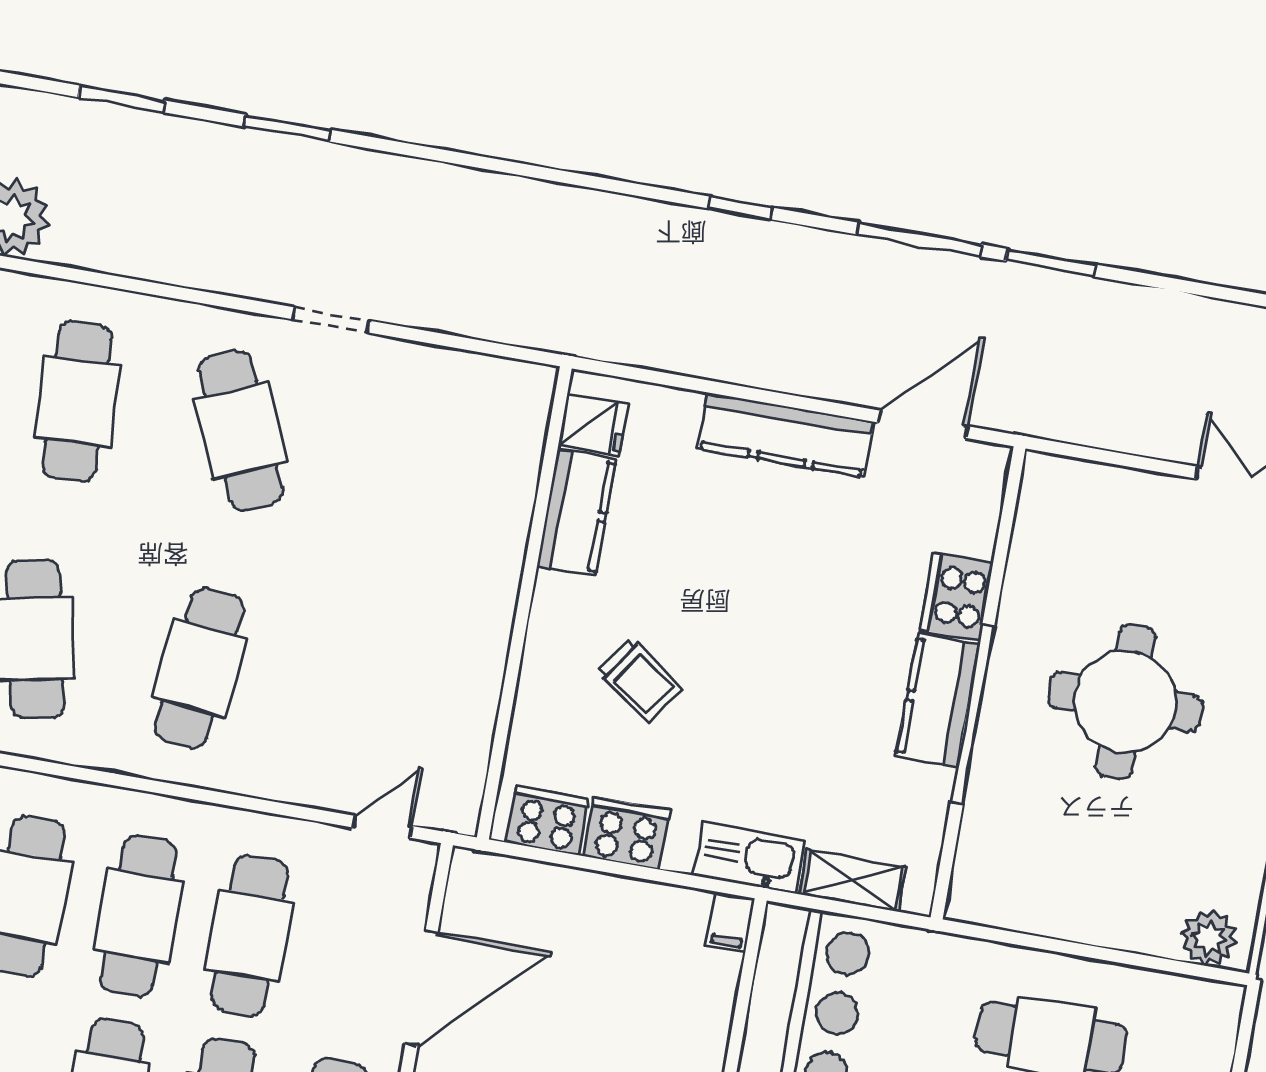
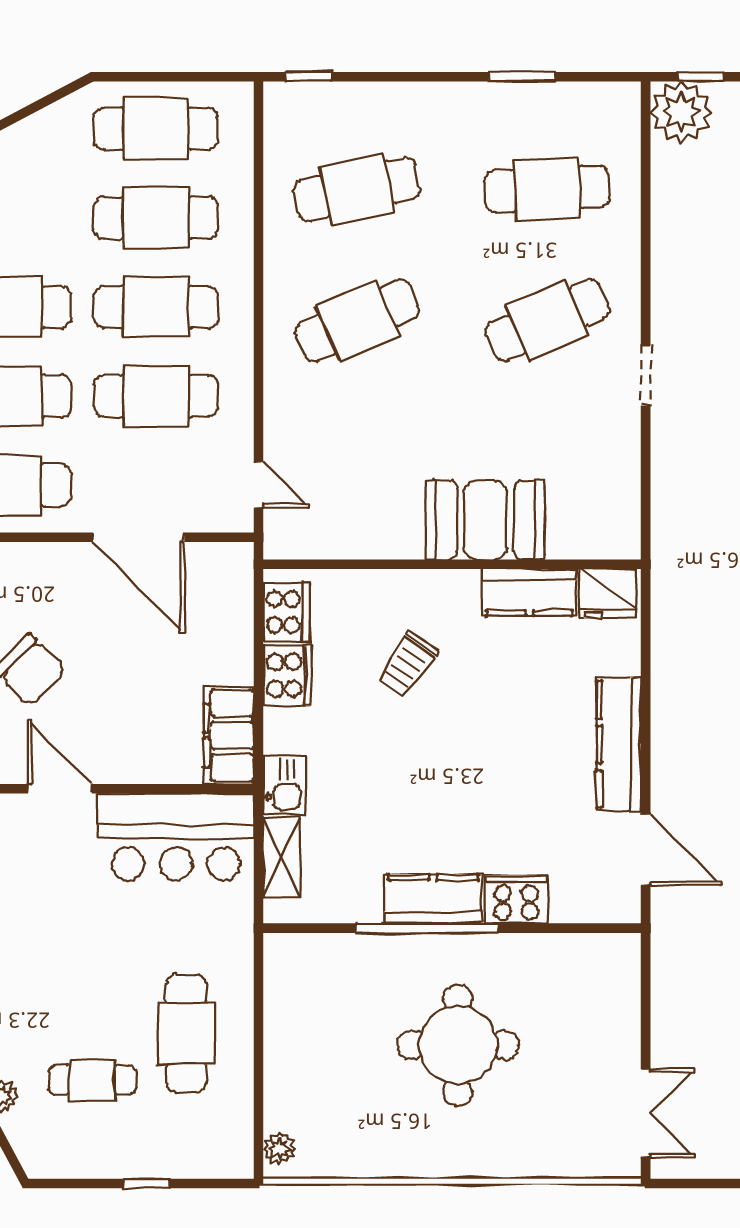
fridge: (593, 425) -> (608, 594), width x1.38
booth: (476, 552) -> (485, 520), added
cafe table: (199, 668) -> (357, 320), turned -30
kitchen sink: (749, 858) -> (285, 785), width x0.73
filing cabinet: (730, 922) -> (229, 736), width x3.00, depth x1.17
plant: (1209, 938) -> (279, 1149), width x0.73, depth x0.73

